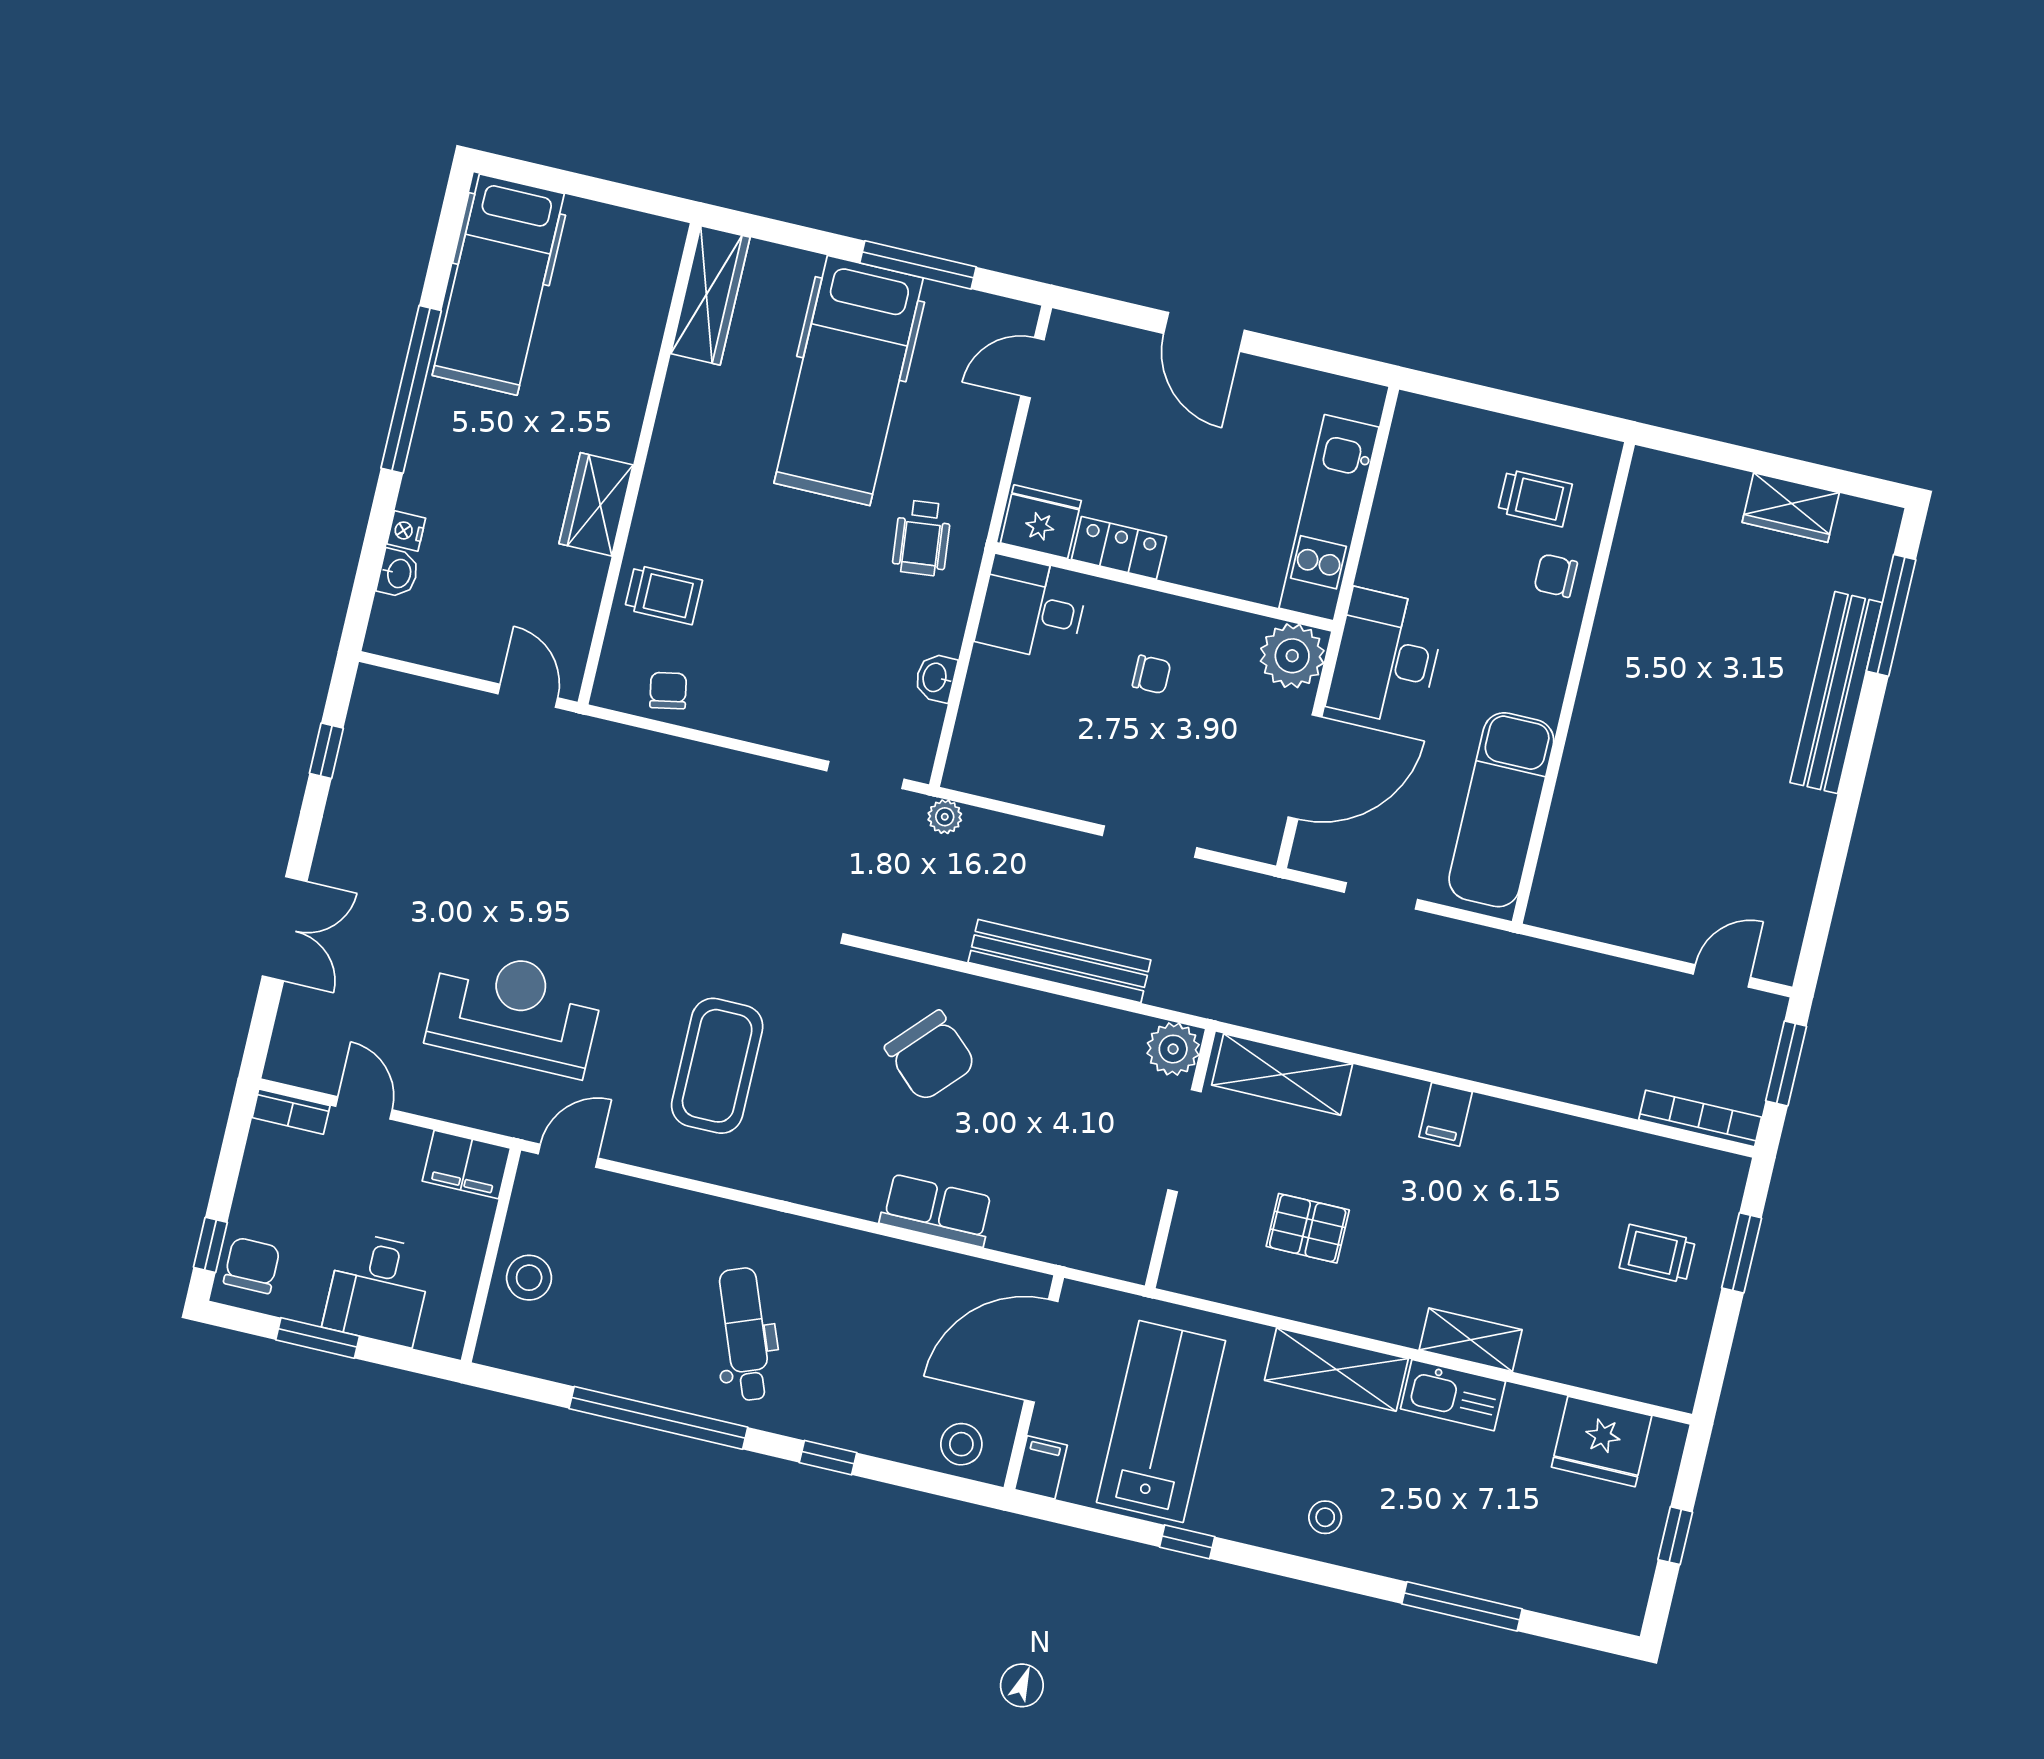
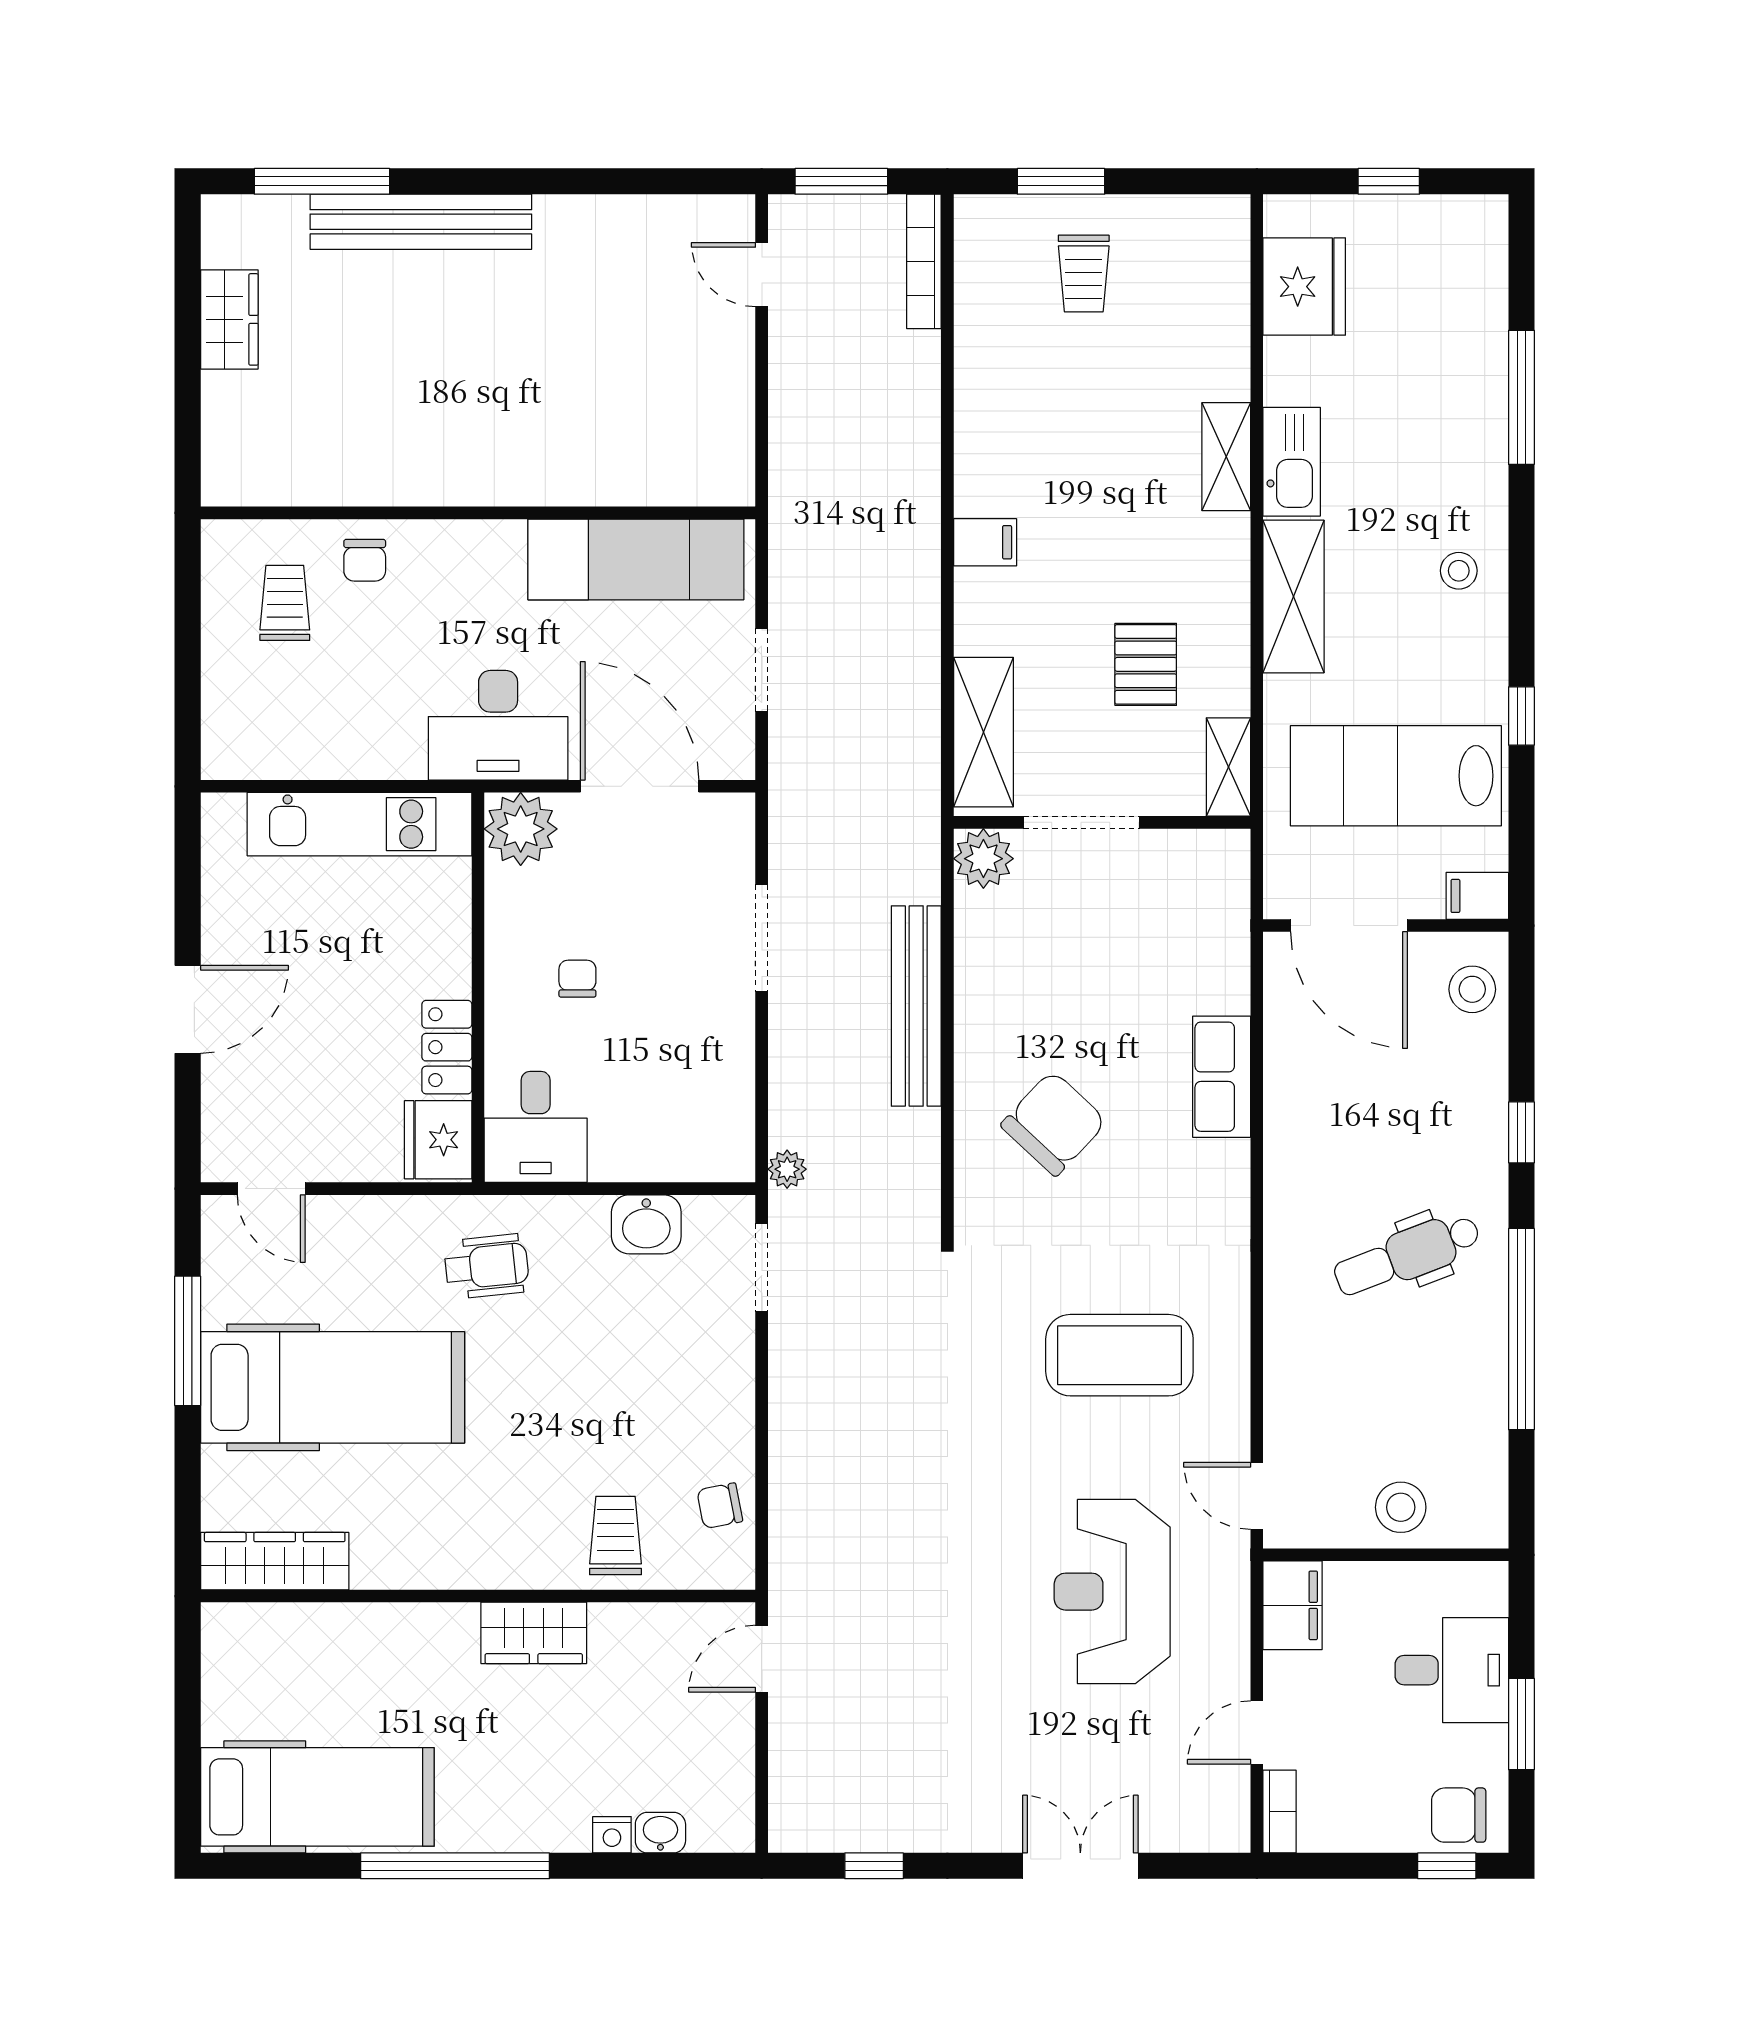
washbasin: (936, 678) -> (646, 1224), width x1.38, depth x1.45
shelving: (1202, 1279) -> (1228, 767), added

